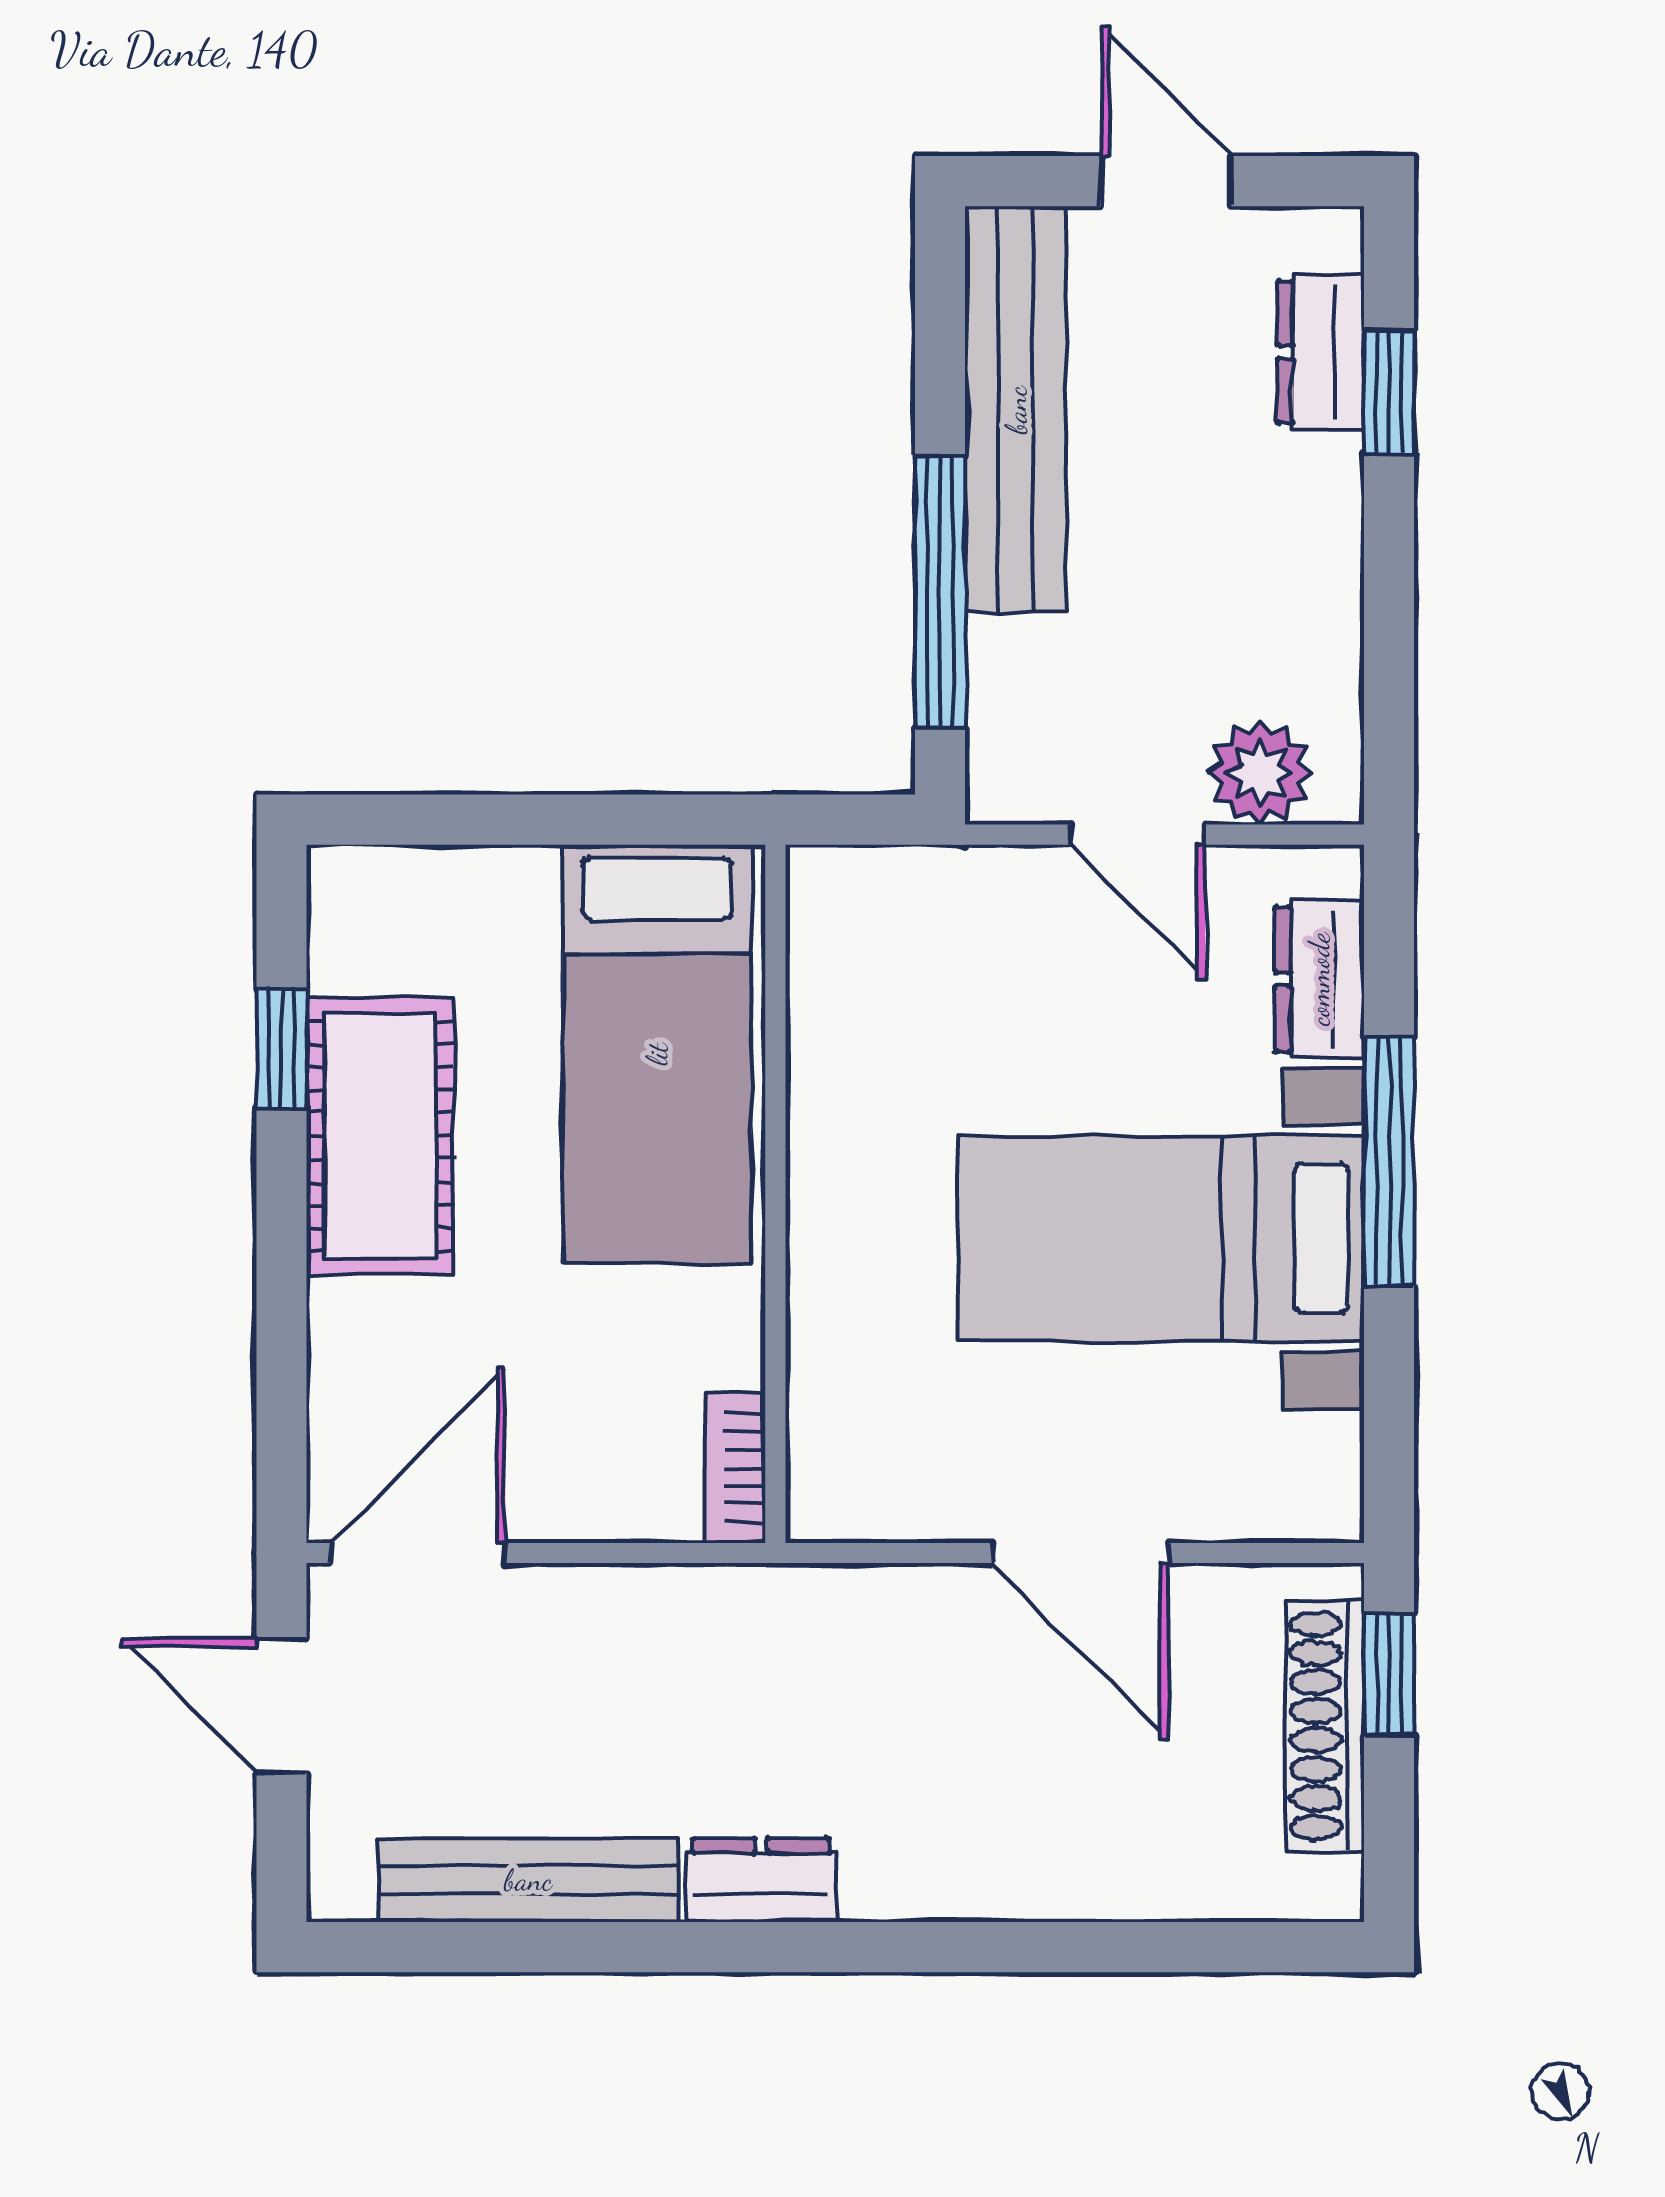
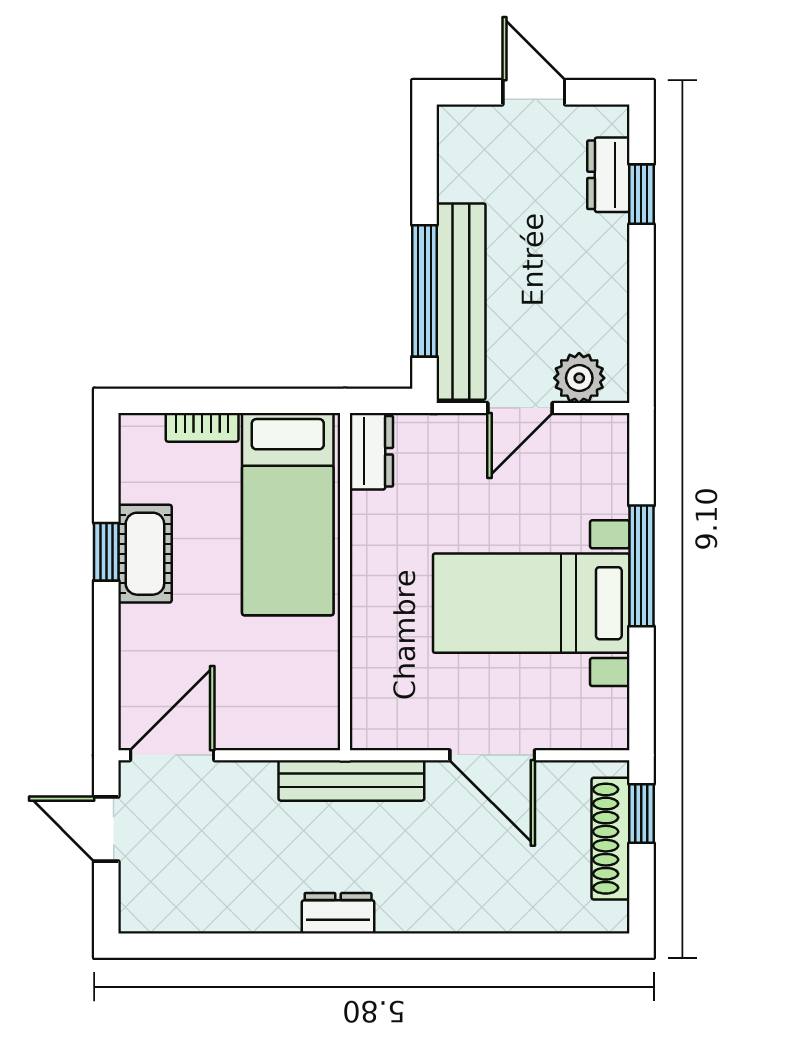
bench: (1016, 410) -> (461, 302), moved
door: (1138, 835) -> (520, 408), hinge flipped
dresser: (1319, 979) -> (371, 451), moved, turned 180
window: (282, 1049) -> (106, 552), moved
cot: (380, 1136) -> (145, 554), width x0.73, depth x0.75
bookcase: (735, 1468) -> (202, 427), moved, turned -90
bench: (528, 1880) -> (351, 780), moved

